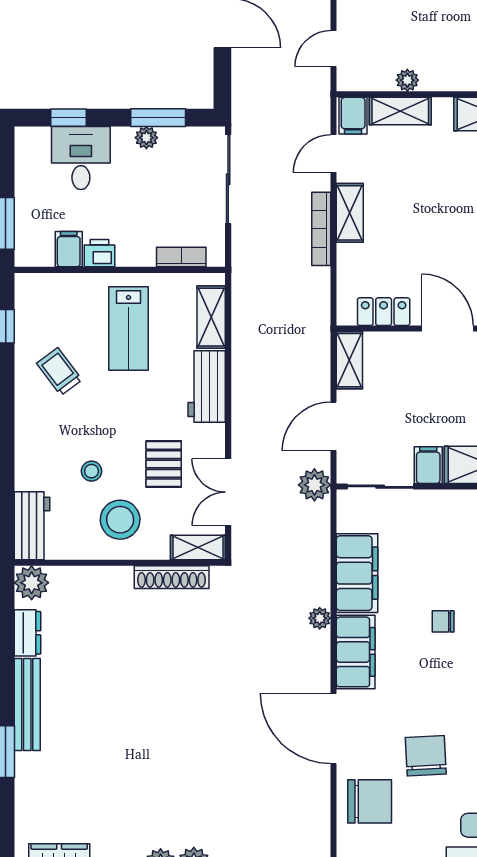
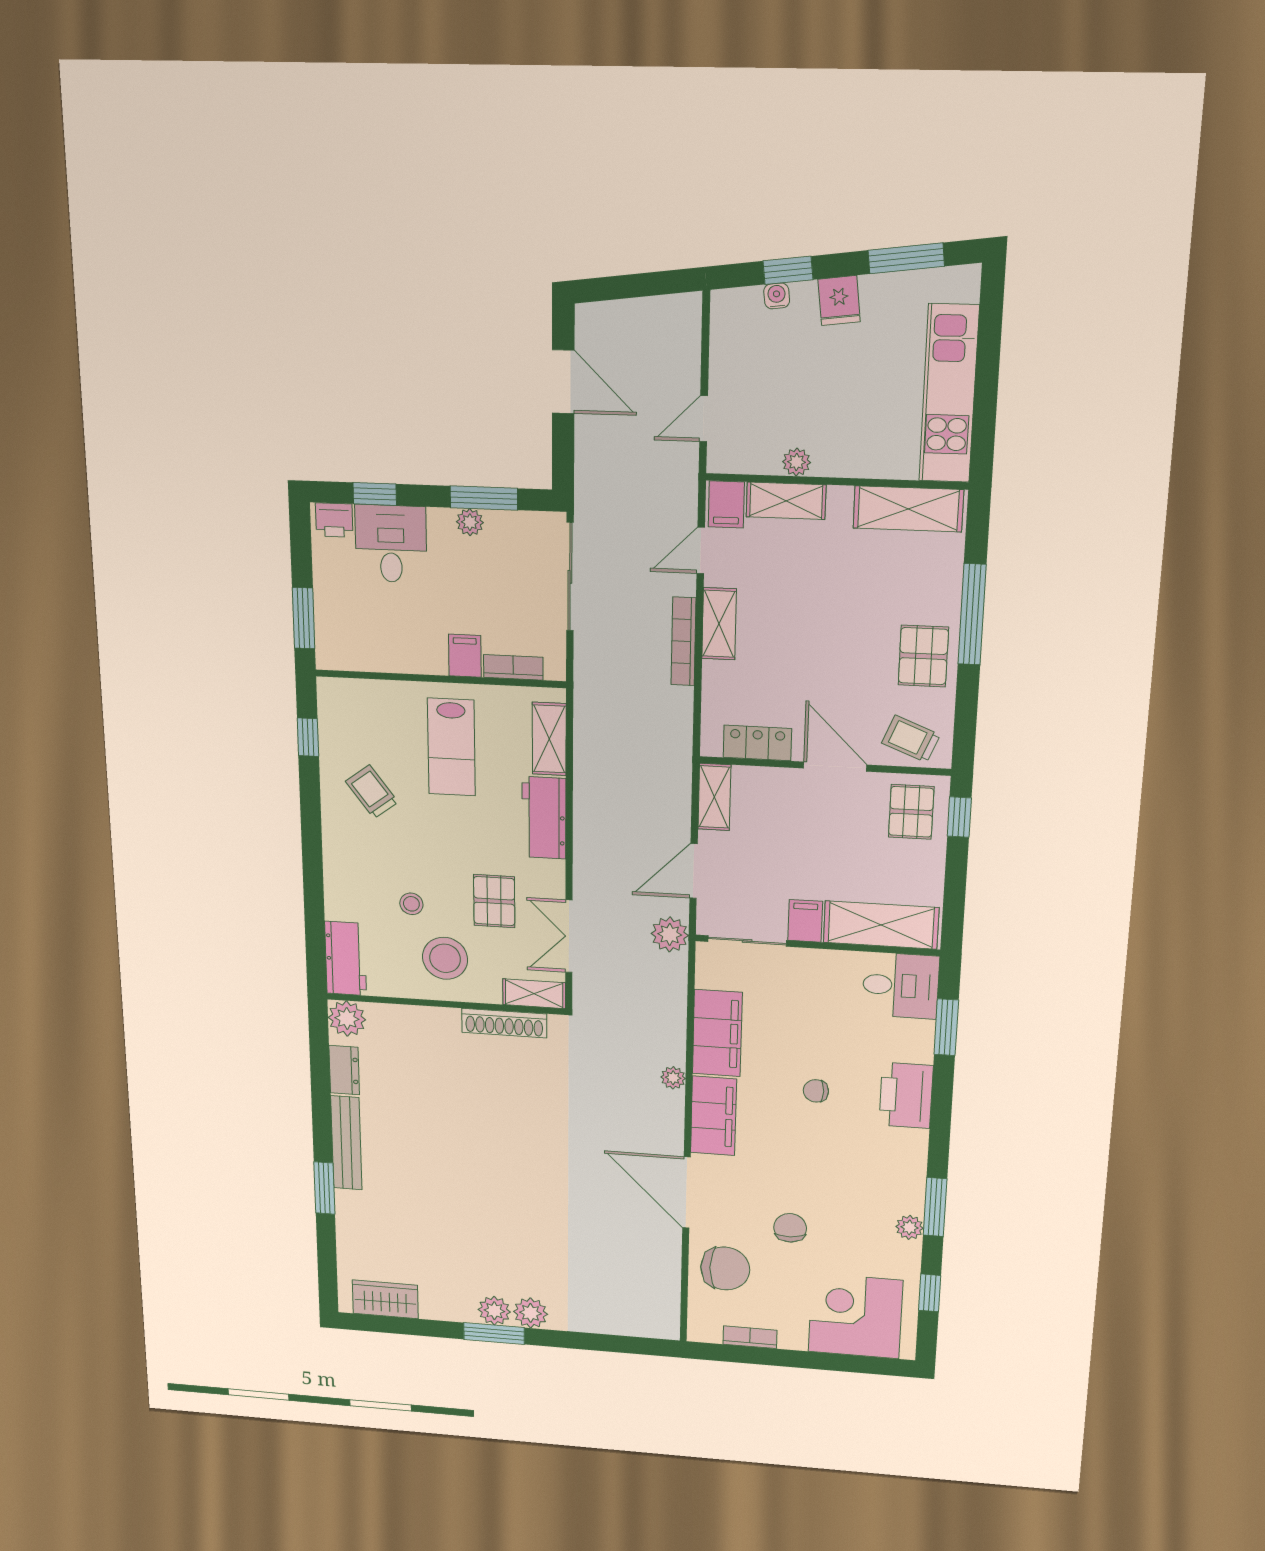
filing cabinet: (69, 249) -> (465, 656), moved
printer: (100, 253) -> (334, 520), moved, turned 180
chair: (426, 756) -> (790, 1228), width x0.73, depth x0.73

